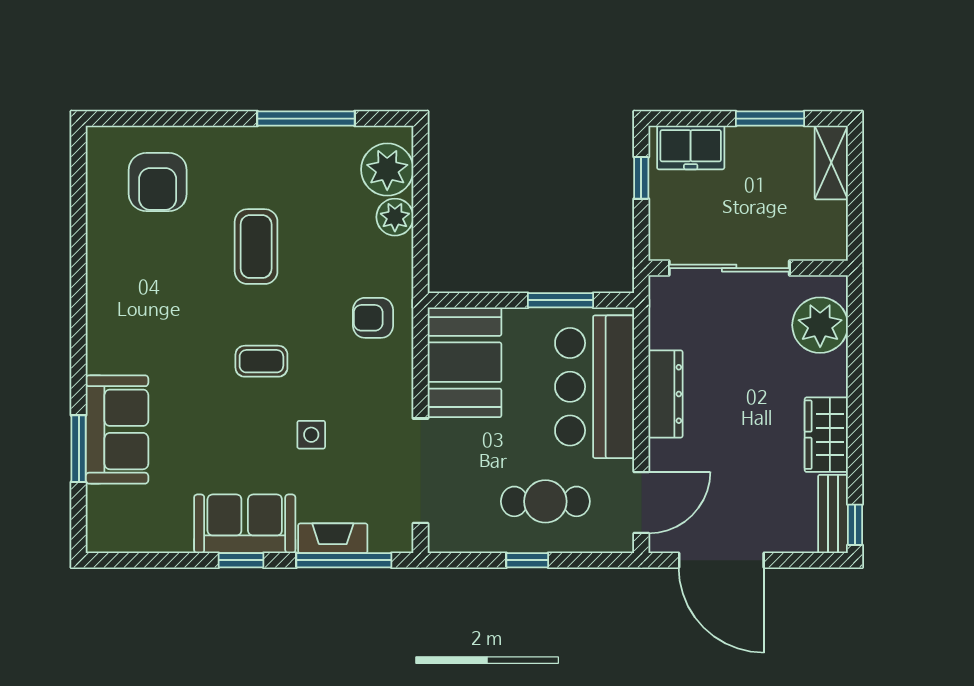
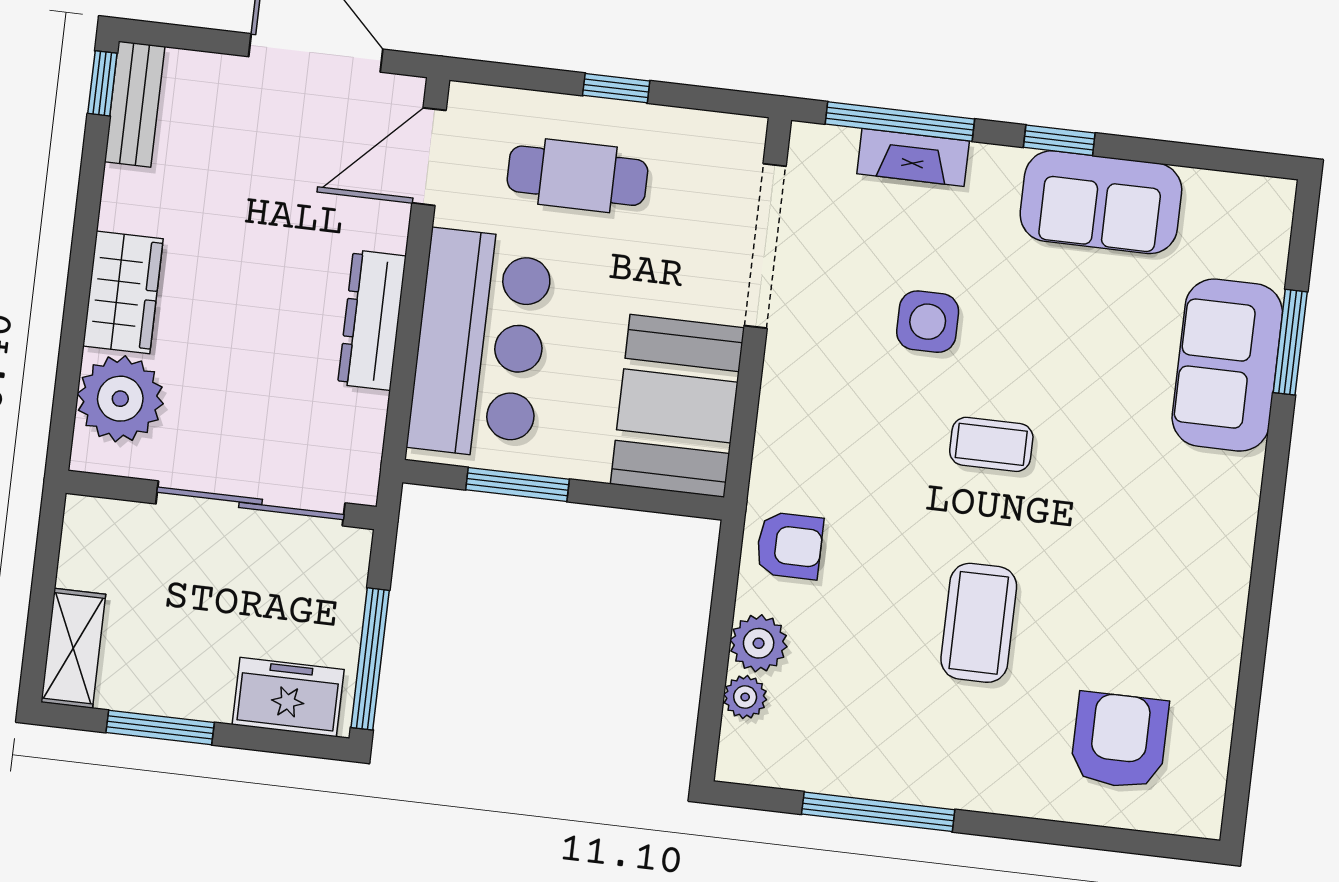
plant: (387, 170) -> (745, 697), width x0.53, depth x0.53
window: (641, 178) -> (370, 659), width x2.17
armchair: (373, 318) -> (790, 546), moved
side table: (311, 435) -> (928, 322), width x1.37, depth x1.37
wardrobe: (826, 435) -> (123, 292), moved
sofa: (245, 524) -> (1101, 202), moved

